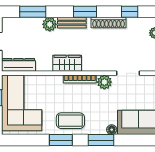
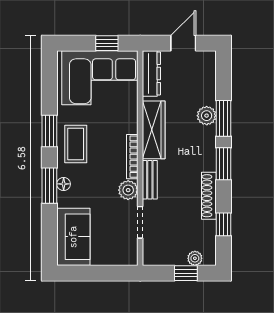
window: (33, 12) -> (224, 118), moved
bench: (72, 23) -> (150, 180), moved
wardrobe: (67, 63) -> (154, 130), width x1.50
floor lamp: (112, 130) -> (64, 184), moved

